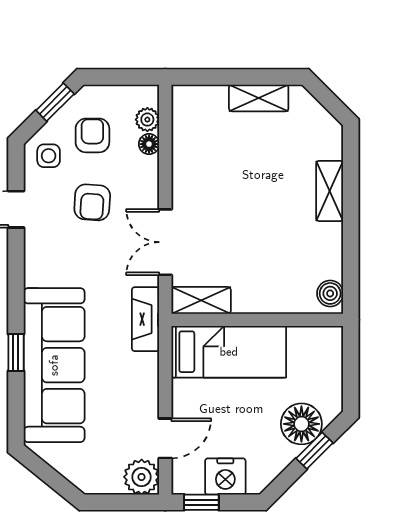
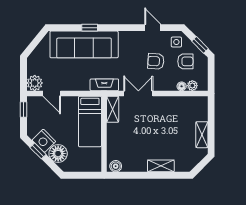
window: (315, 451) -> (38, 151), moved
nightstand: (225, 477) -> (44, 141), moved, turned -45

